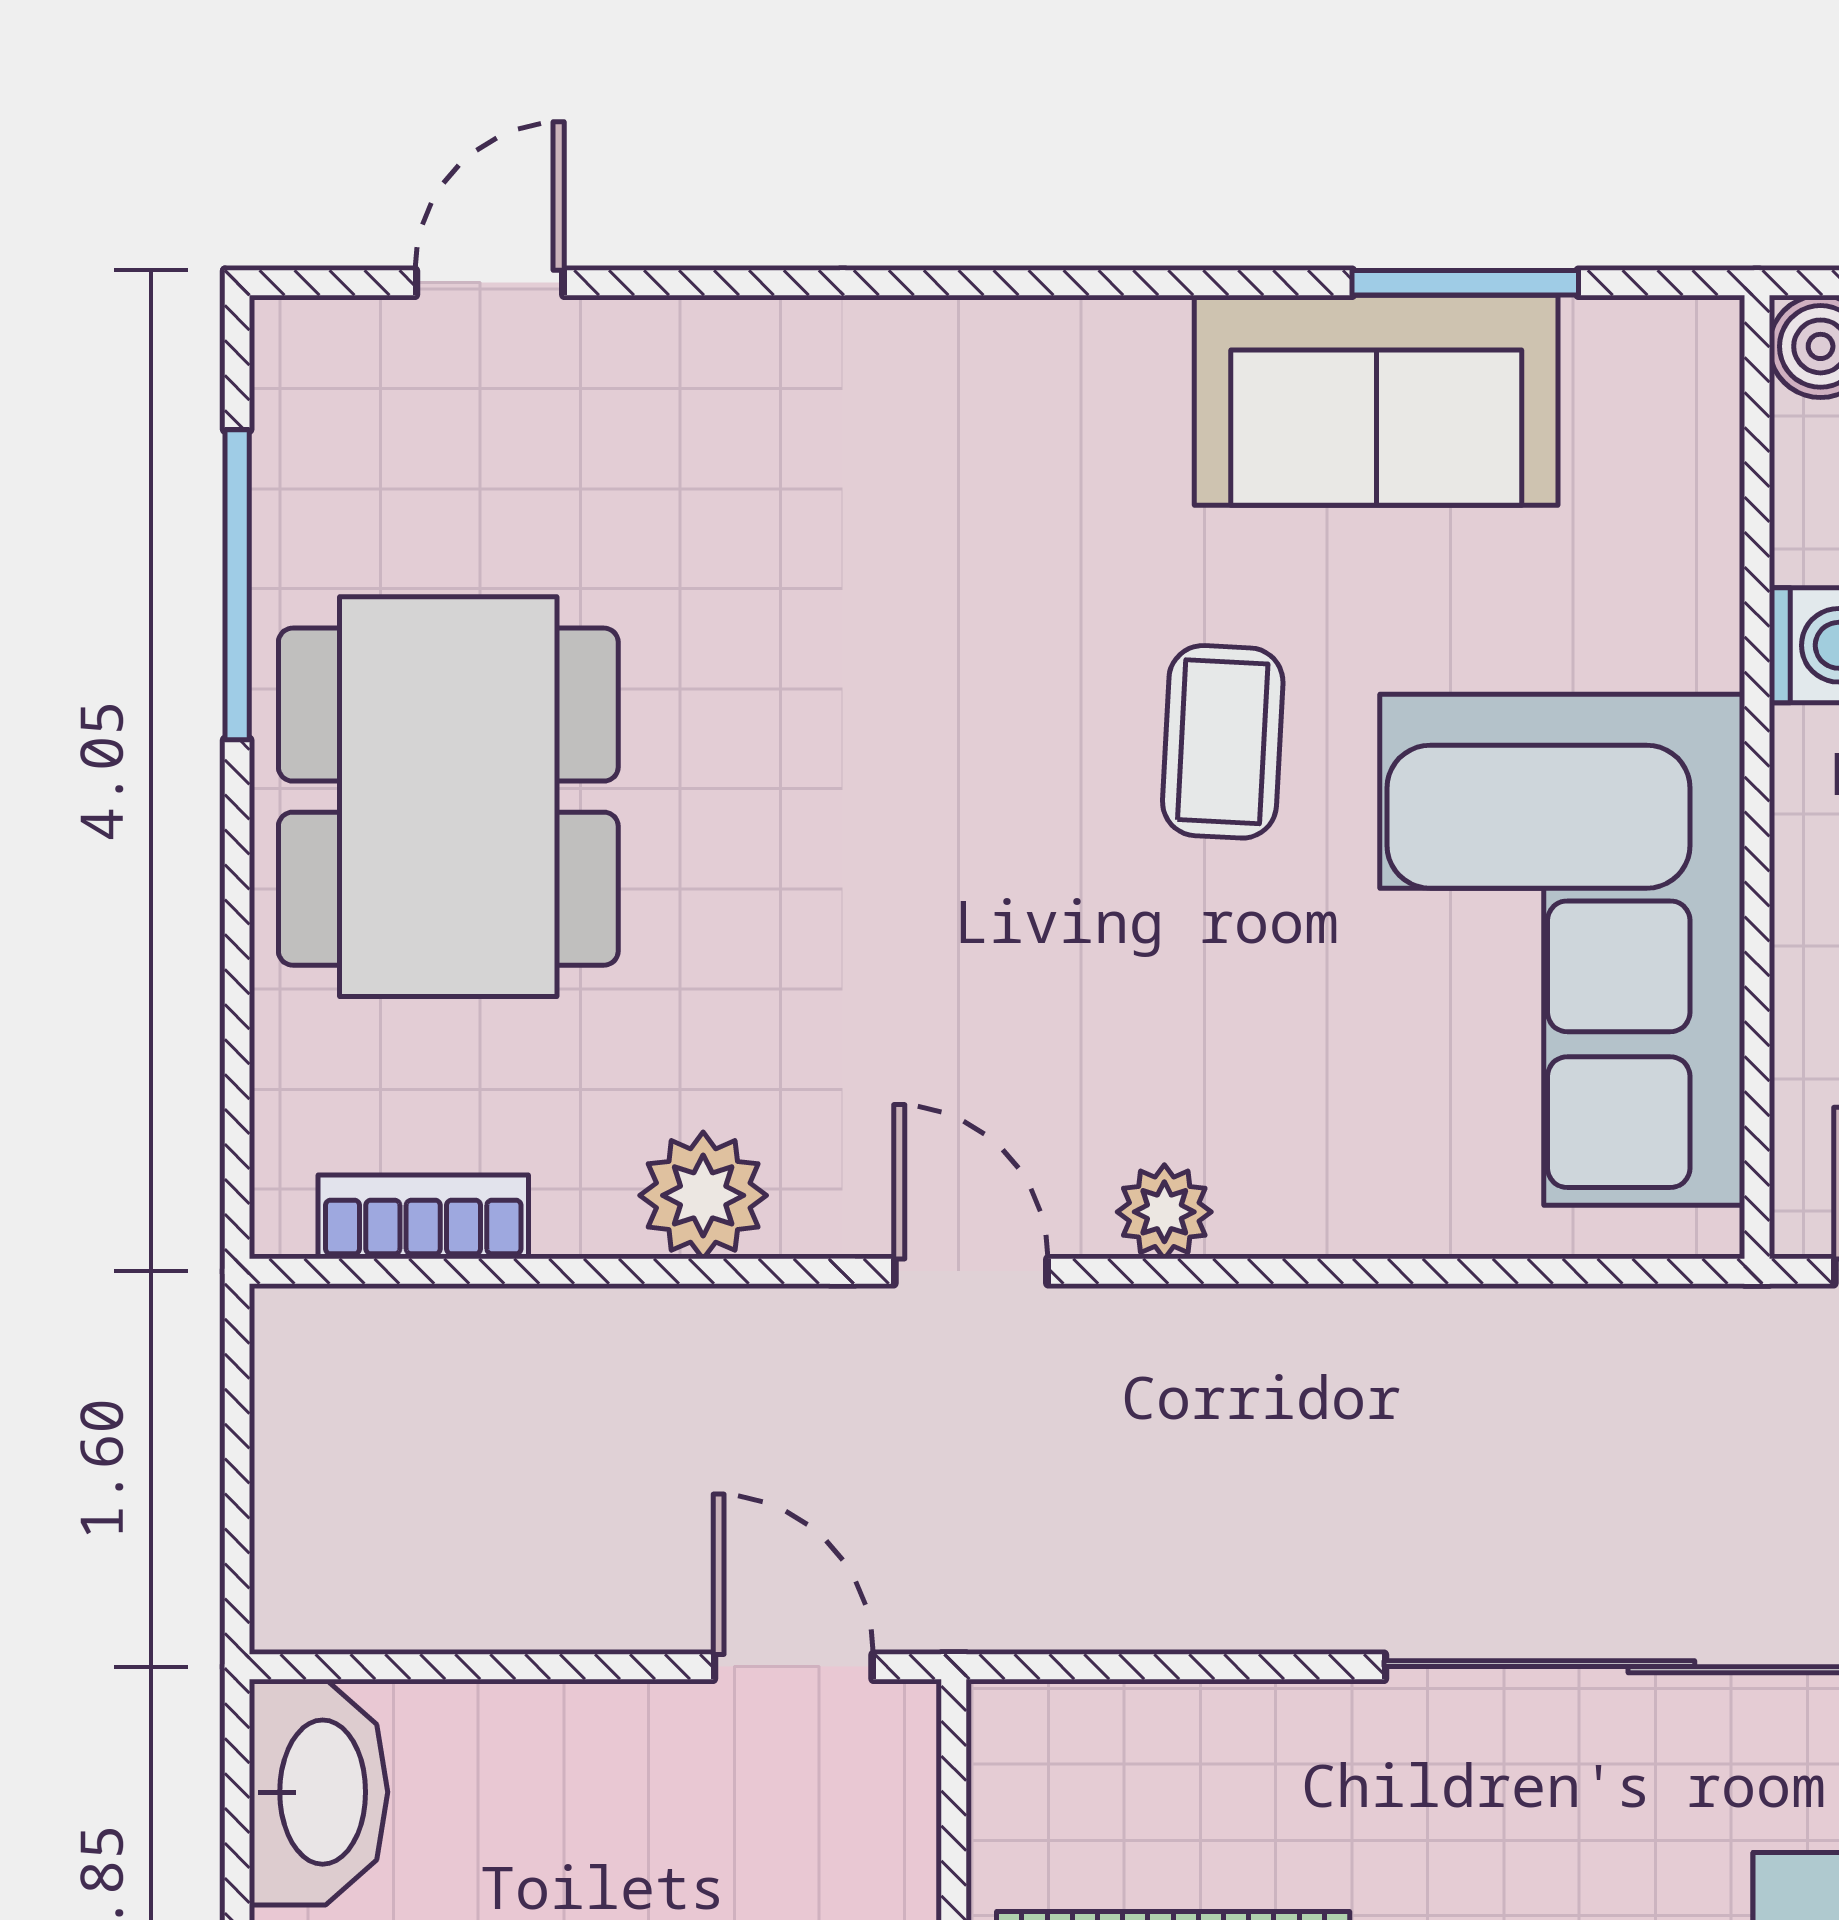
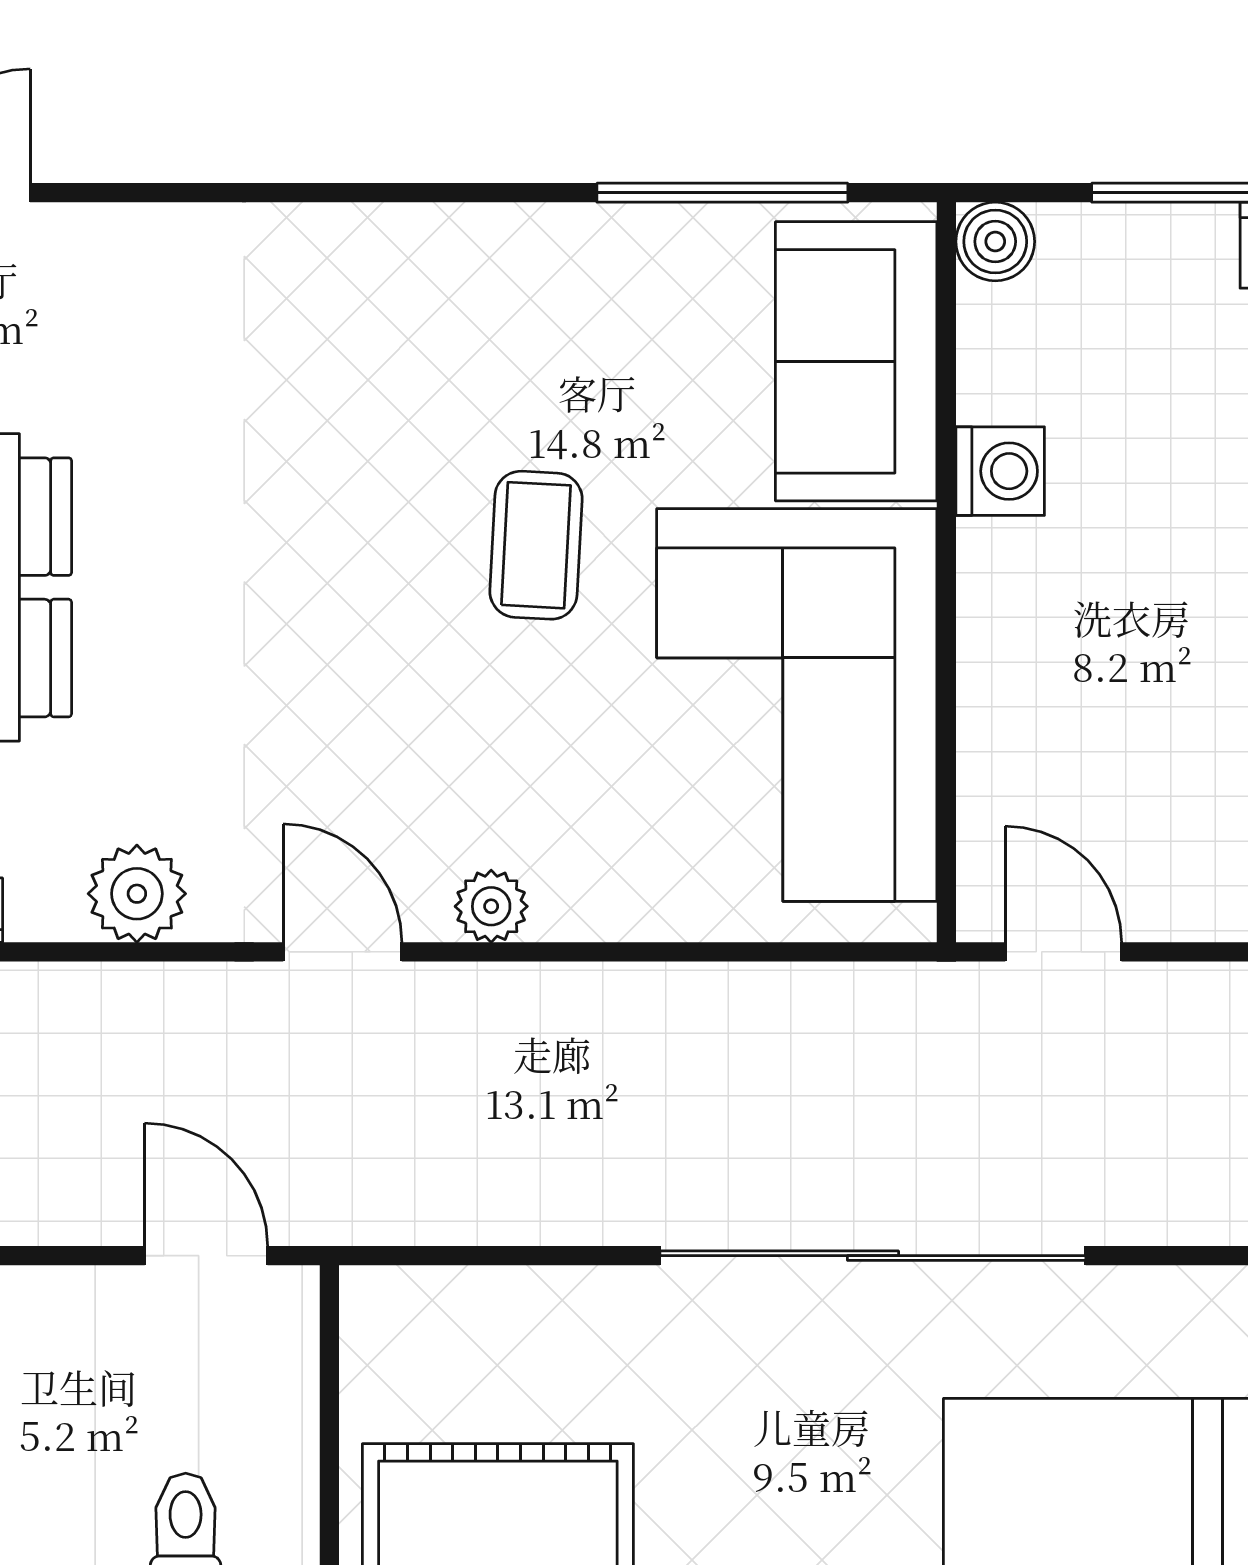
window: (1465, 283) -> (722, 193), width x1.44
sofa: (1376, 400) -> (856, 361), moved, turned 90

